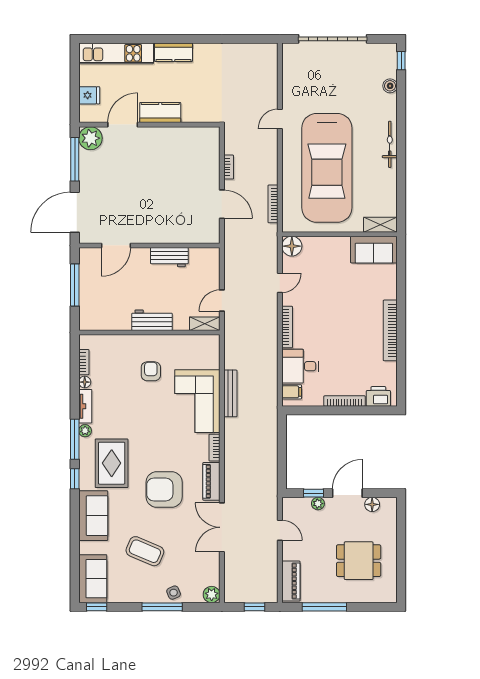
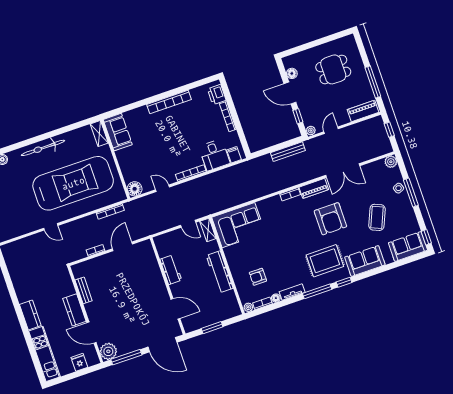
bench: (182, 133) -> (84, 290), added
bicycle: (390, 144) -> (43, 148), width x1.37, depth x1.40
window: (75, 285) -> (212, 328), width x0.69
workbench: (152, 320) -> (220, 272), width x1.38
armchair: (151, 371) -> (258, 277), moved
bench: (230, 393) -> (288, 152), moved
corner sofa: (197, 401) -> (238, 225), moved
plant: (85, 431) -> (248, 307), moved
plant: (318, 504) -> (311, 131), moved
dining table: (359, 561) -> (333, 69), turned 90

